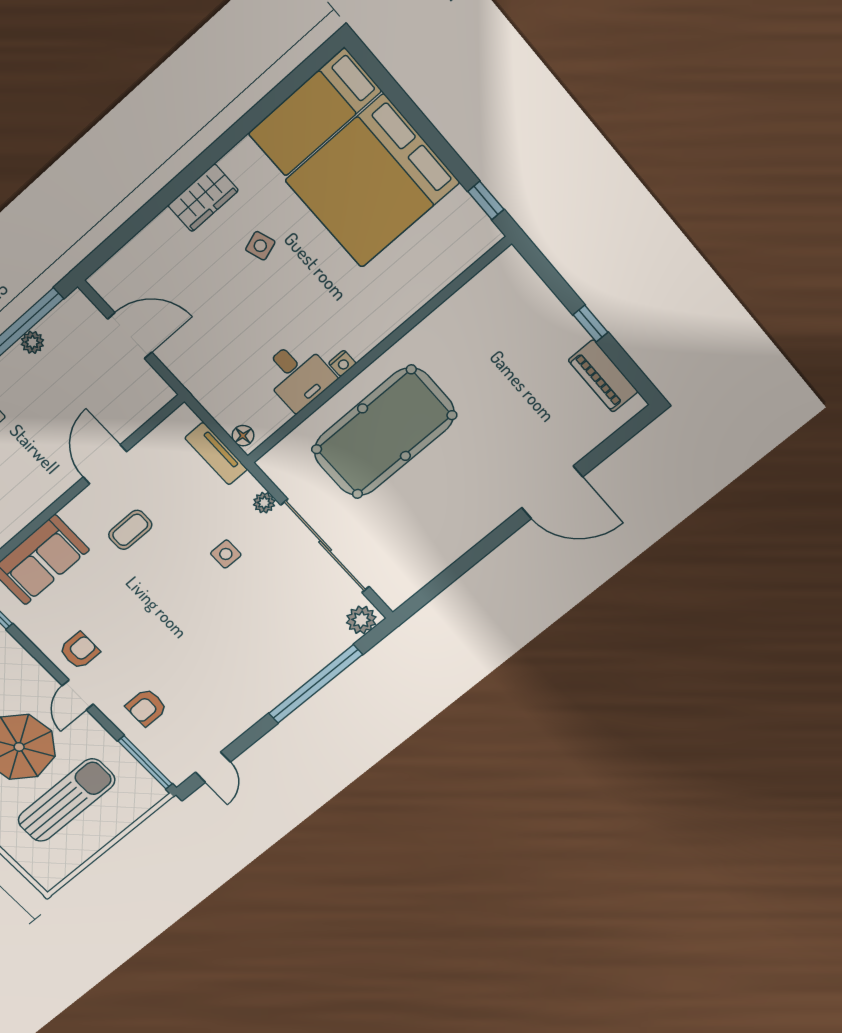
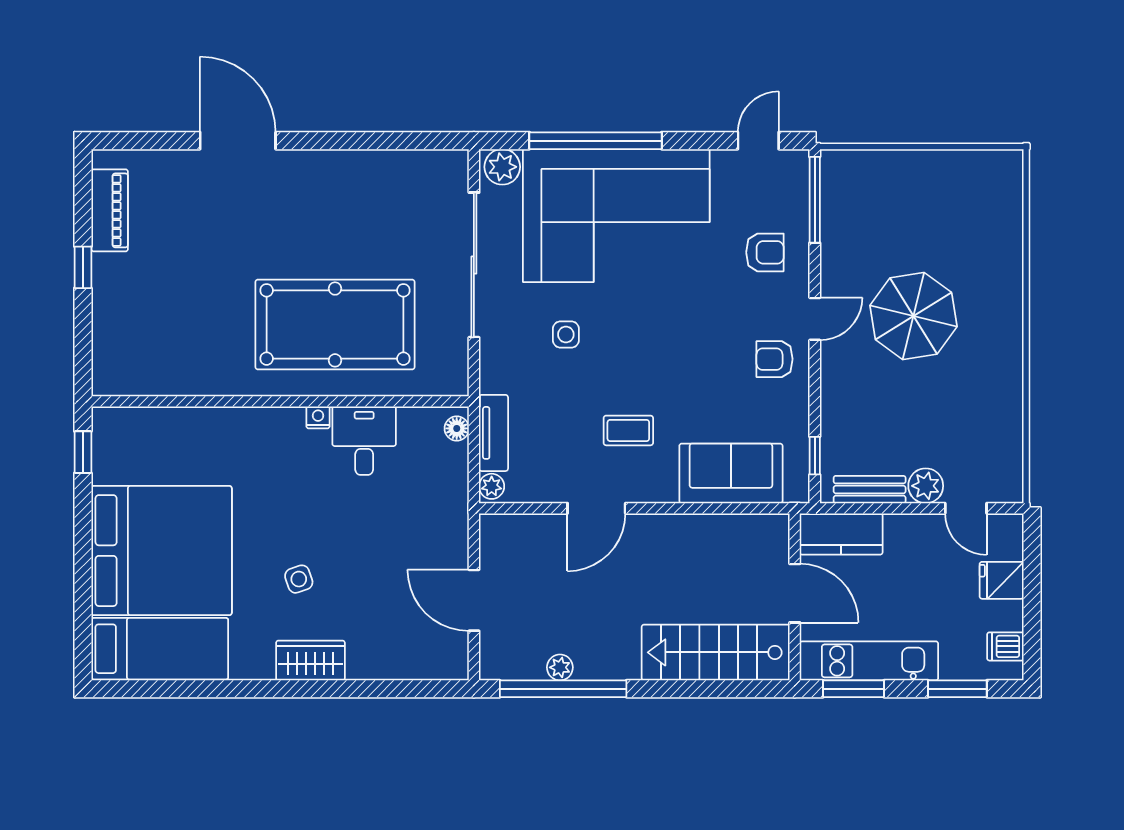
plant: (264, 503) -> (492, 486), moved
corner sofa: (261, 651) -> (616, 216), added
sun lounger: (66, 800) -> (920, 226), removed

